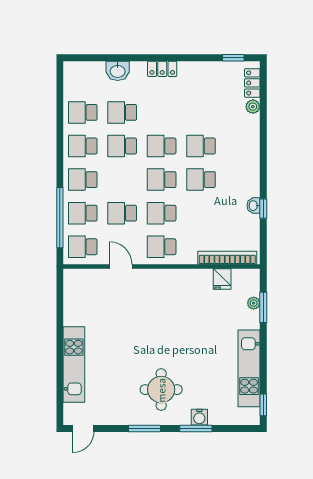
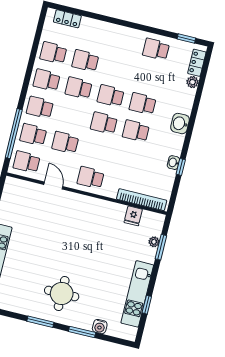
locker: (162, 69) -> (67, 19), moved
washbasin: (118, 71) -> (180, 124), moved, turned 90
school desk: (162, 213) -> (156, 49), moved
window: (263, 405) -> (147, 305), moved
water cooler: (199, 417) -> (100, 327), moved

